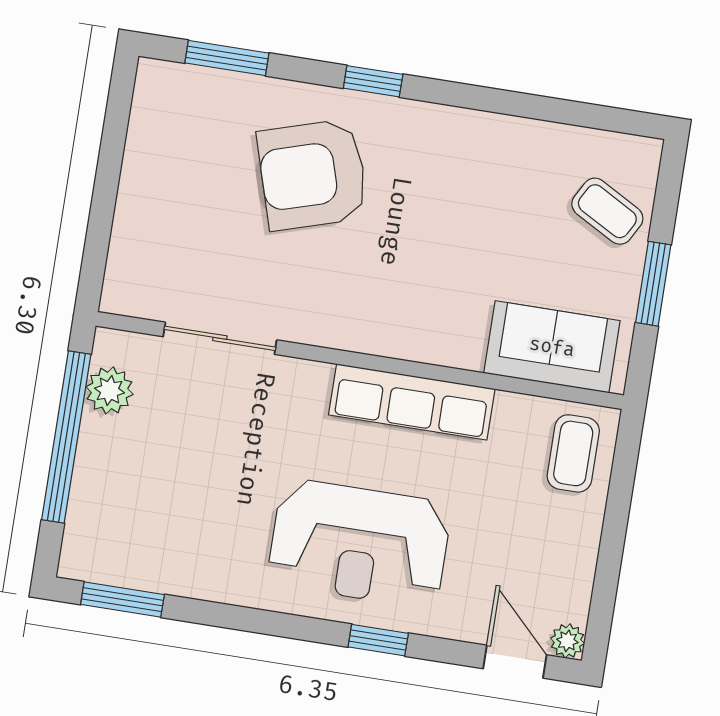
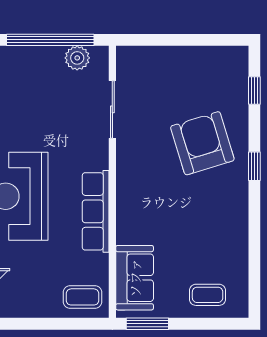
window: (227, 58) -> (254, 91), width x0.67
coffee table: (607, 211) -> (208, 295), turned 61
window: (653, 284) -> (147, 324), moved

